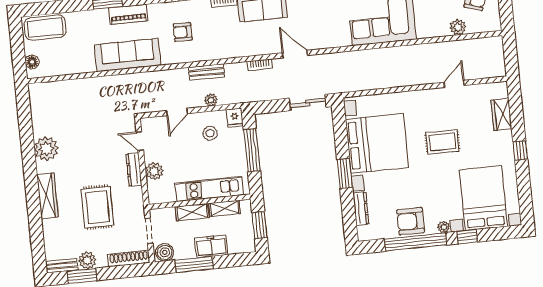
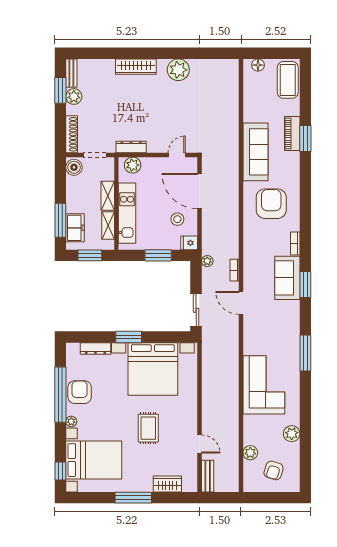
piano: (128, 14) -> (292, 133), moved
armchair: (183, 32) -> (271, 204), width x1.88, depth x1.88
door: (295, 54) -> (241, 303), swing flipped
bench: (206, 72) -> (208, 476), moved
plant: (211, 100) -> (207, 261), moved
door: (177, 112) -> (199, 191), width x1.88
window: (252, 150) -> (158, 255), width x0.69
window: (520, 151) -> (133, 498), width x2.17
dresser: (134, 170) -> (131, 147), moved
plant: (154, 171) -> (133, 165), moved
rug: (97, 207) -> (121, 111), removed
window: (467, 237) -> (60, 471), moved
freezer: (211, 246) -> (75, 228), moved
window: (194, 264) -> (60, 220), moved

